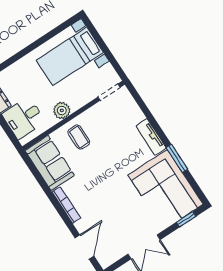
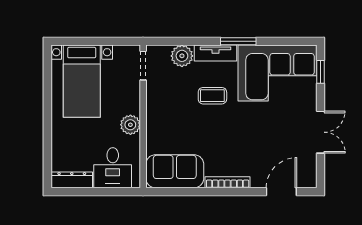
plant: (134, 115) -> (182, 56), added
coffee table: (79, 137) -> (212, 96), moved
window: (177, 158) -> (238, 41), moved
door: (84, 247) -> (281, 192), hinge flipped

